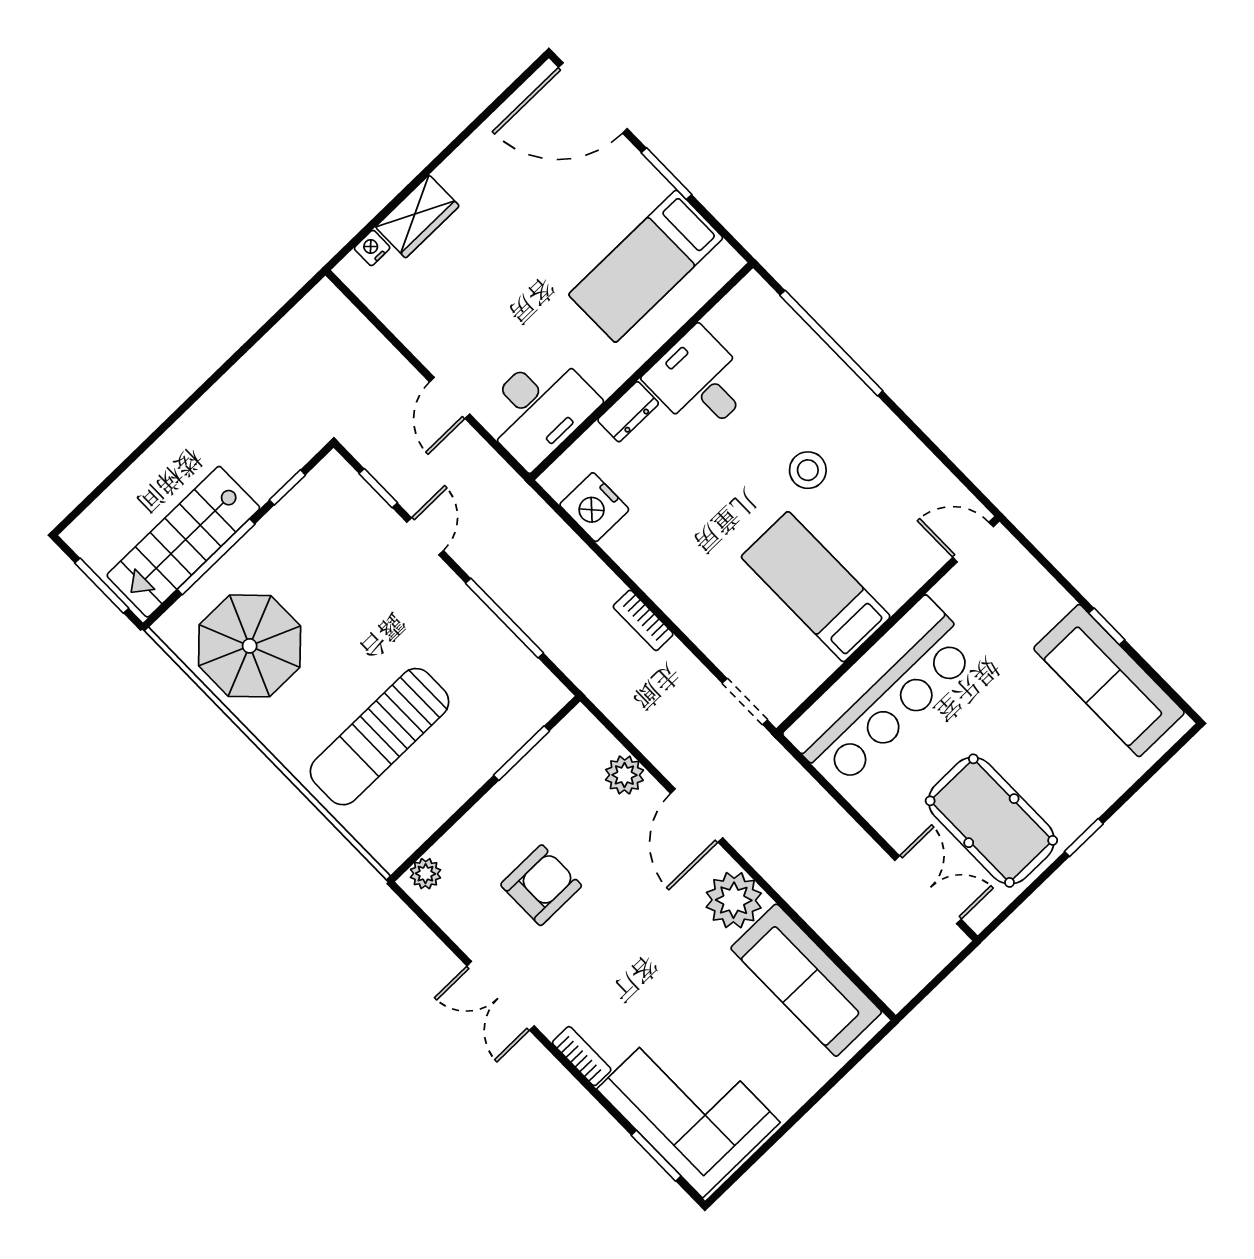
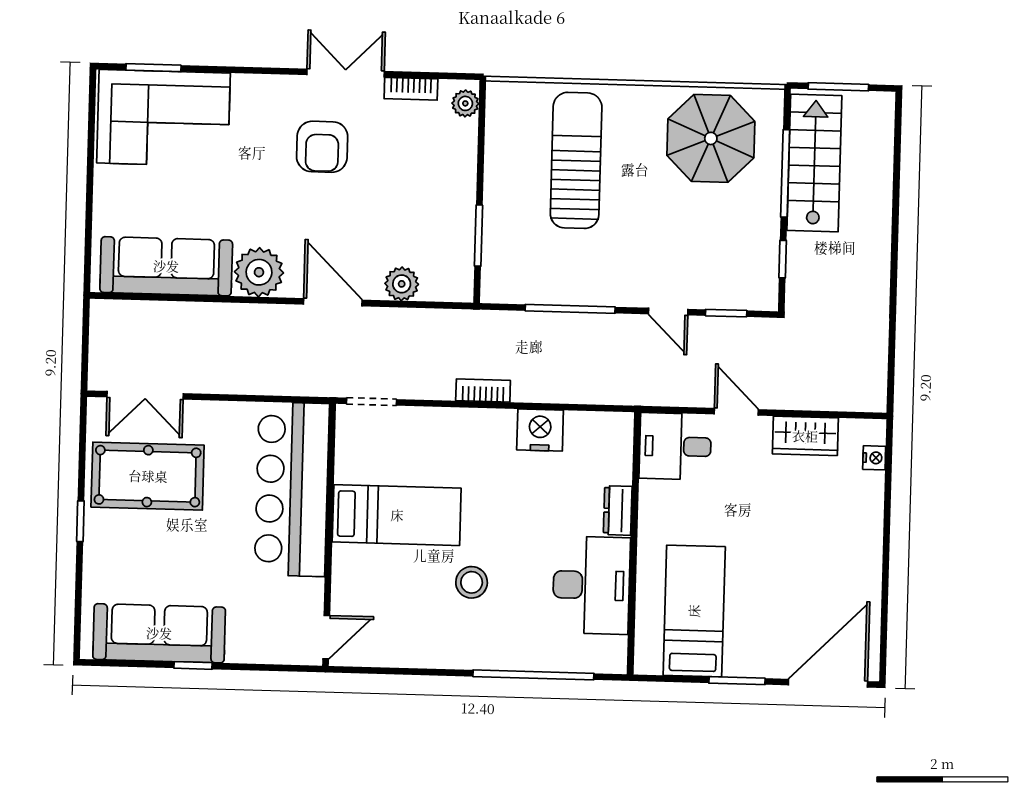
wardrobe: (417, 216) -> (805, 436), moved, turned -90
desk: (700, 381) -> (591, 585), width x1.37
desk: (538, 409) -> (675, 446), width x0.73
nightstand: (594, 507) -> (540, 430), moved
armchair: (541, 885) -> (322, 147), moved
bookcase: (582, 1056) -> (411, 89), moved

